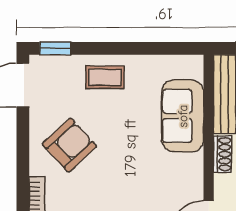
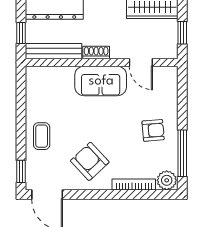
sofa: (183, 116) -> (101, 81), moved

